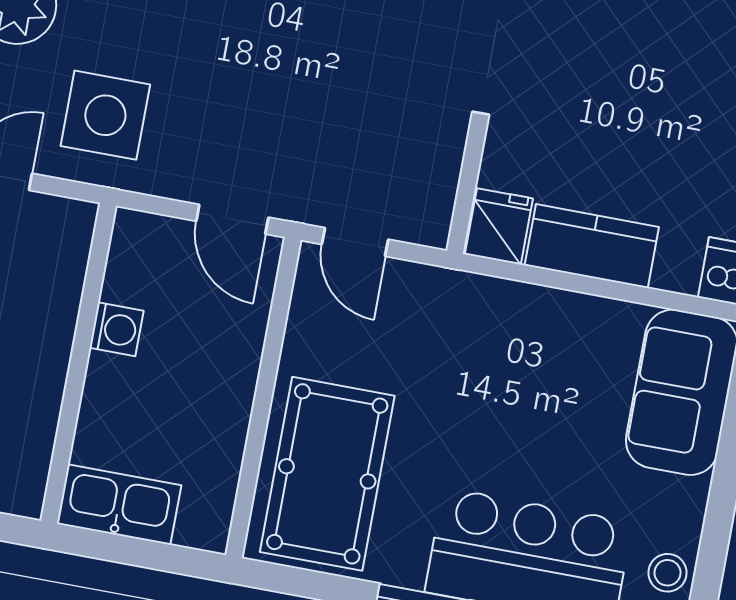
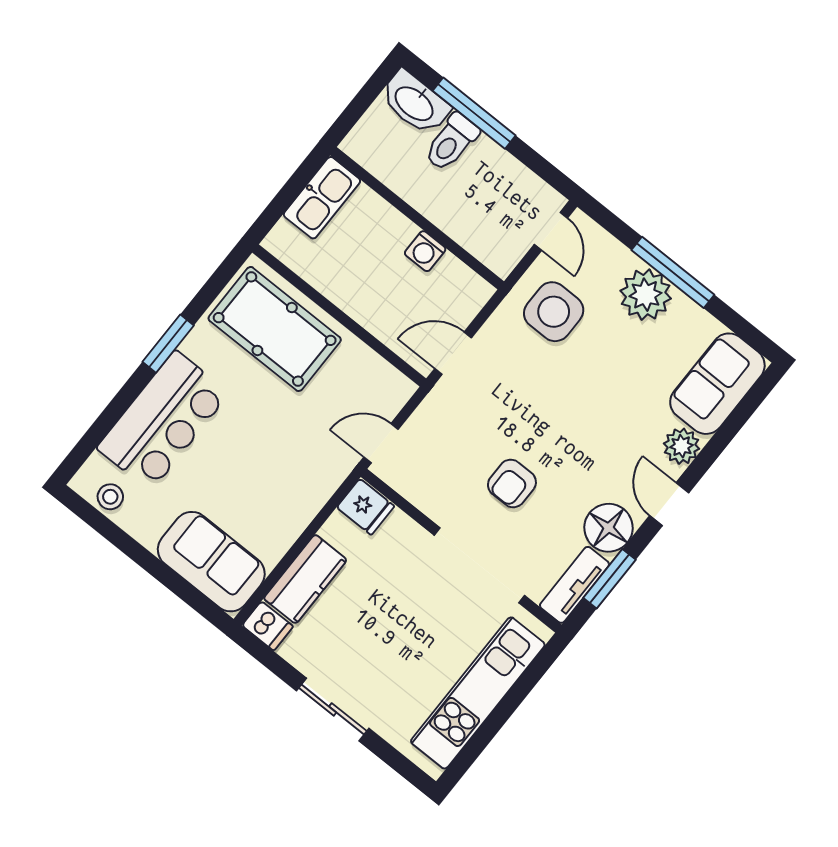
armchair: (363, 48) -> (512, 483), added
door: (355, 242) -> (381, 443), moved
kitchen counter: (592, 246) -> (305, 579), moved

